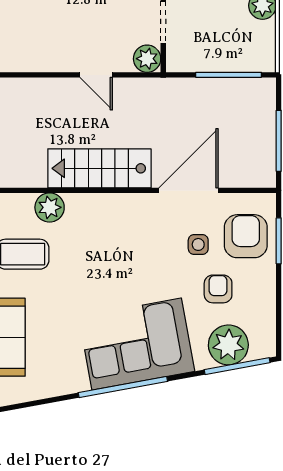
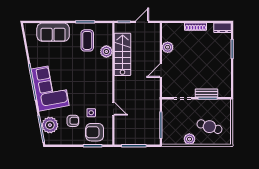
plant: (147, 59) -> (168, 47), moved
stairs: (99, 168) -> (123, 54), moved
door: (189, 190) -> (113, 109), width x0.53
armchair: (246, 236) -> (95, 132), turned 180

